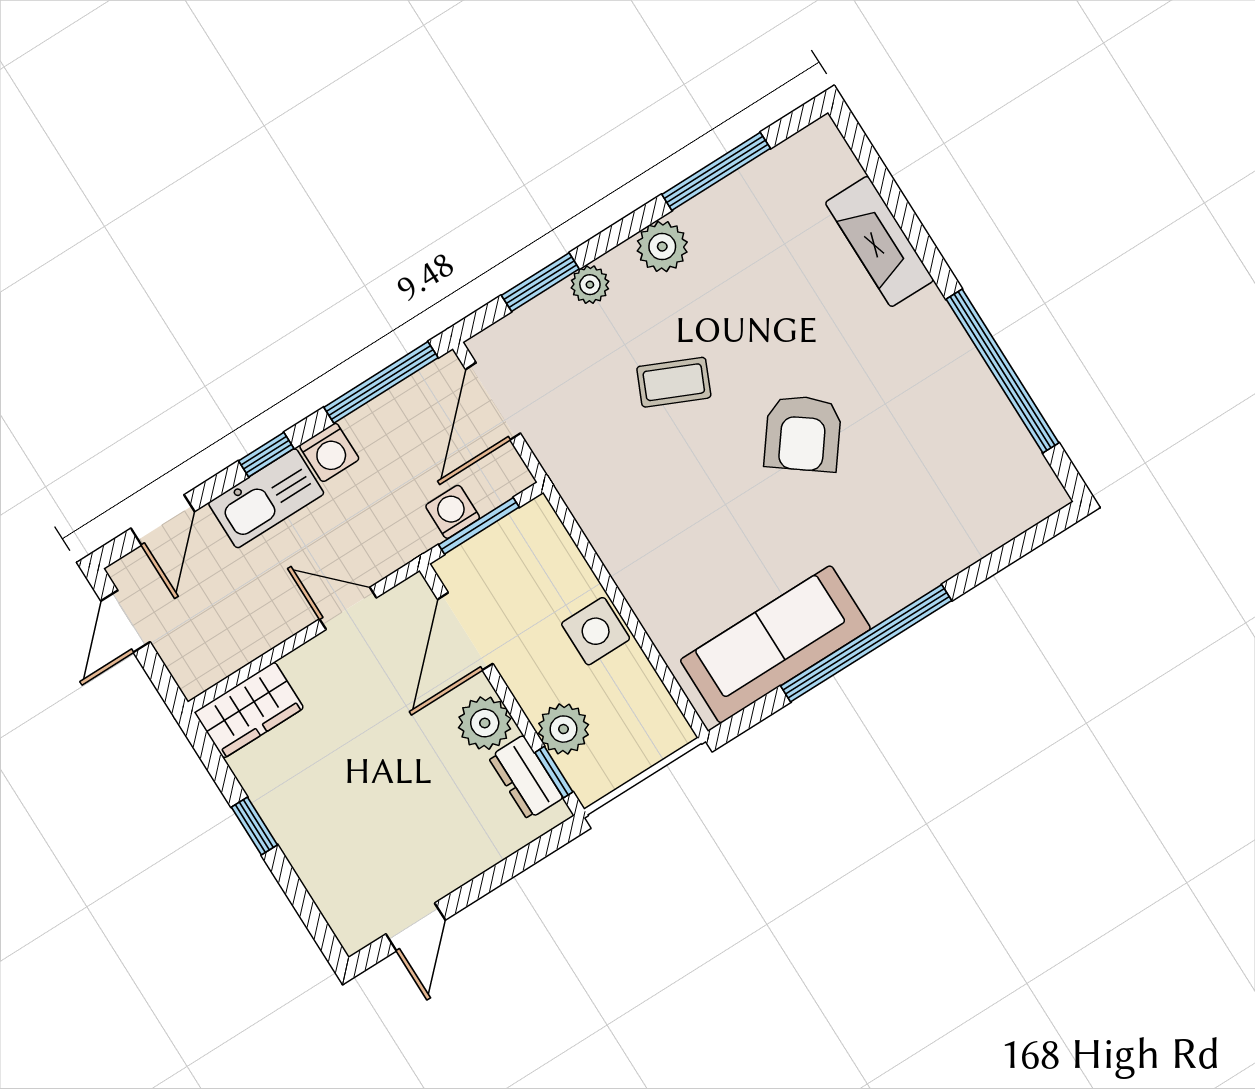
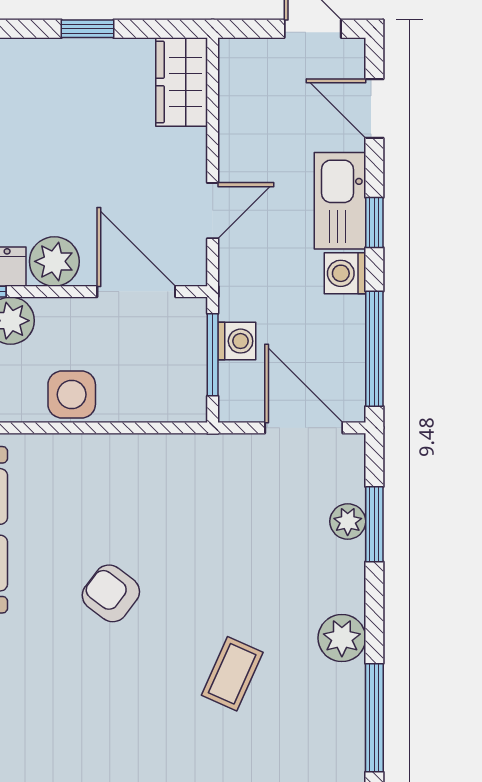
plant: (590, 285) -> (348, 521), moved
coffee table: (674, 382) -> (232, 674), moved
armchair: (803, 433) -> (111, 593), moved, width x0.72, depth x0.72

